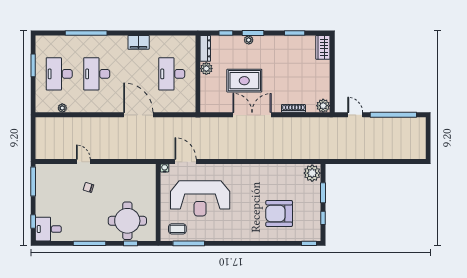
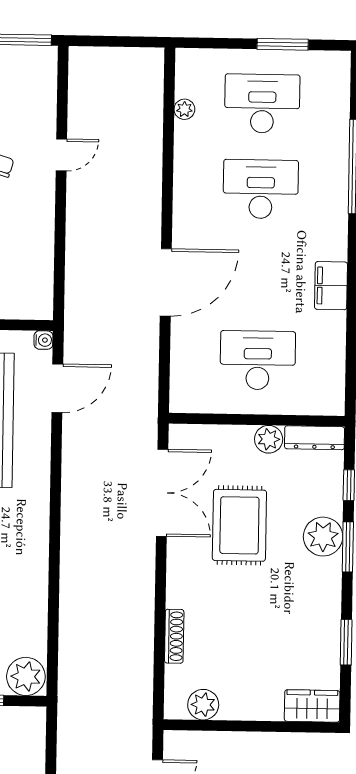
plant: (249, 40) -> (323, 537), width x1.87, depth x1.87
plant: (323, 106) -> (203, 705), moved
double door: (252, 115) -> (162, 493), moved

